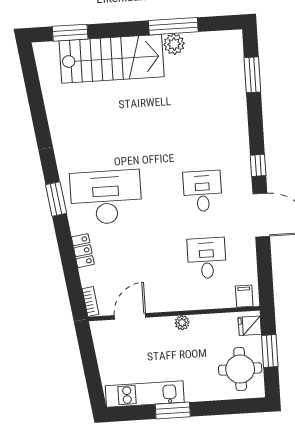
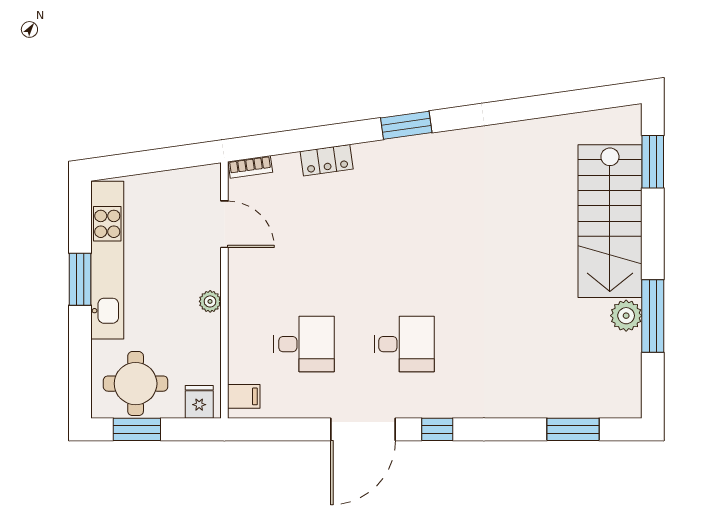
desk: (106, 197) -> (404, 200), removed
window: (270, 351) -> (137, 429), moved
kitchen unit: (145, 394) -> (107, 260), width x1.36

